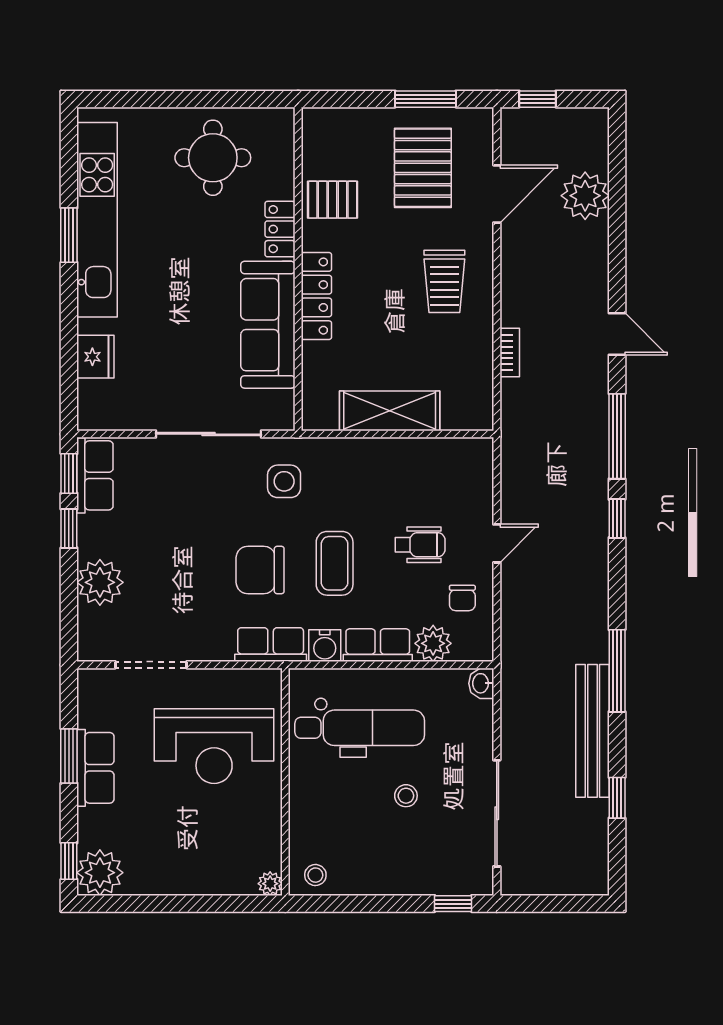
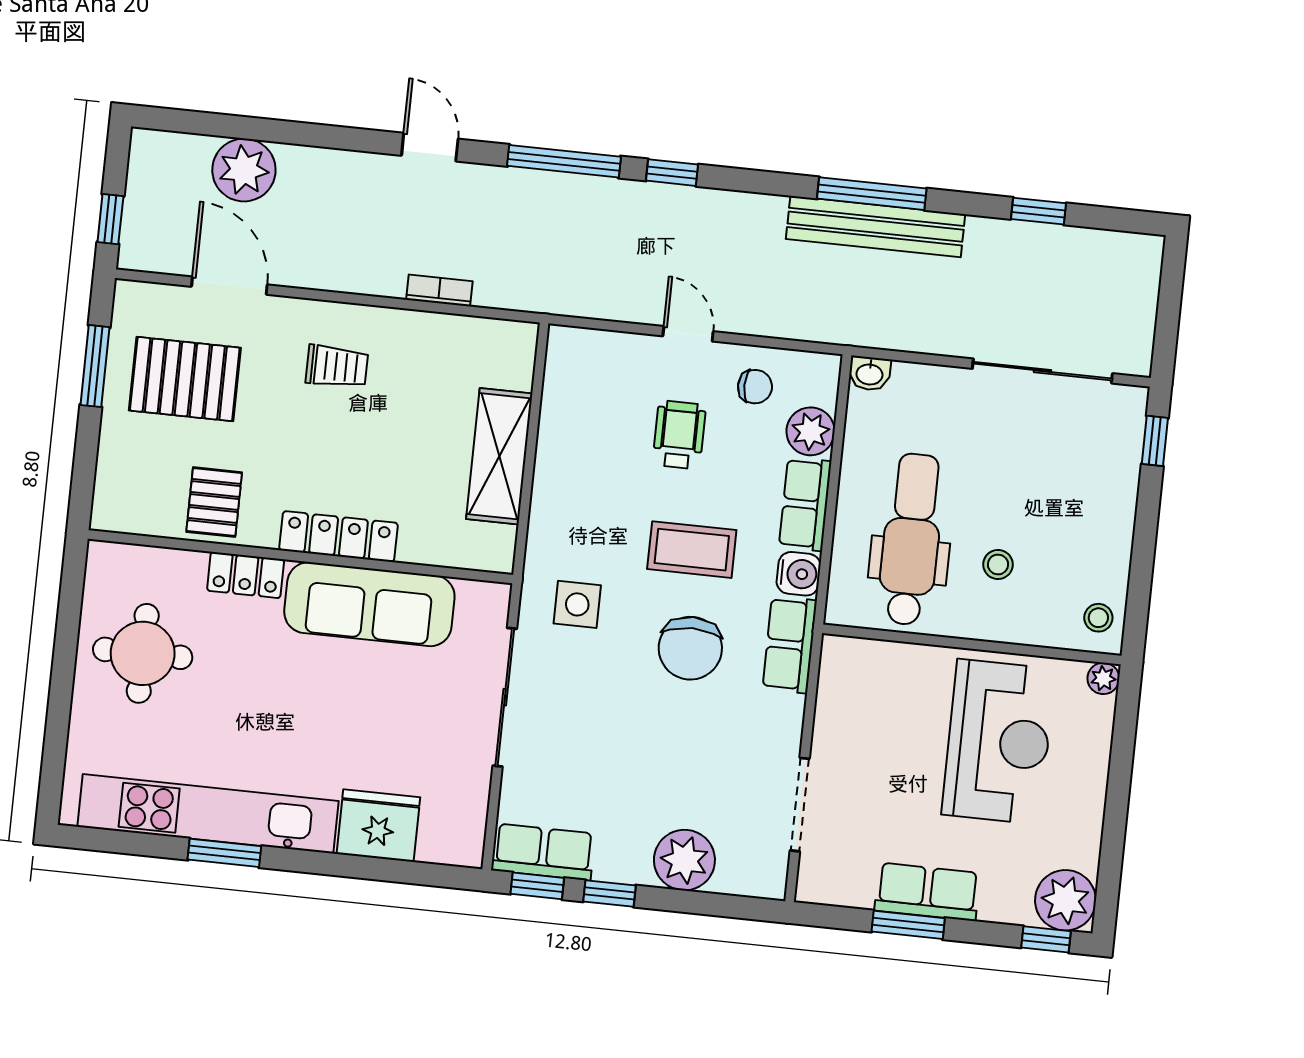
trolley: (444, 281) -> (337, 366), width x0.73, depth x0.72
door: (617, 334) -> (430, 147), hinge flipped
fridge: (95, 357) -> (378, 826), width x1.36, depth x1.34
bench: (592, 731) -> (876, 227), moved
reception desk: (214, 746) -> (998, 742), moved
stool: (406, 796) -> (998, 564), moved

